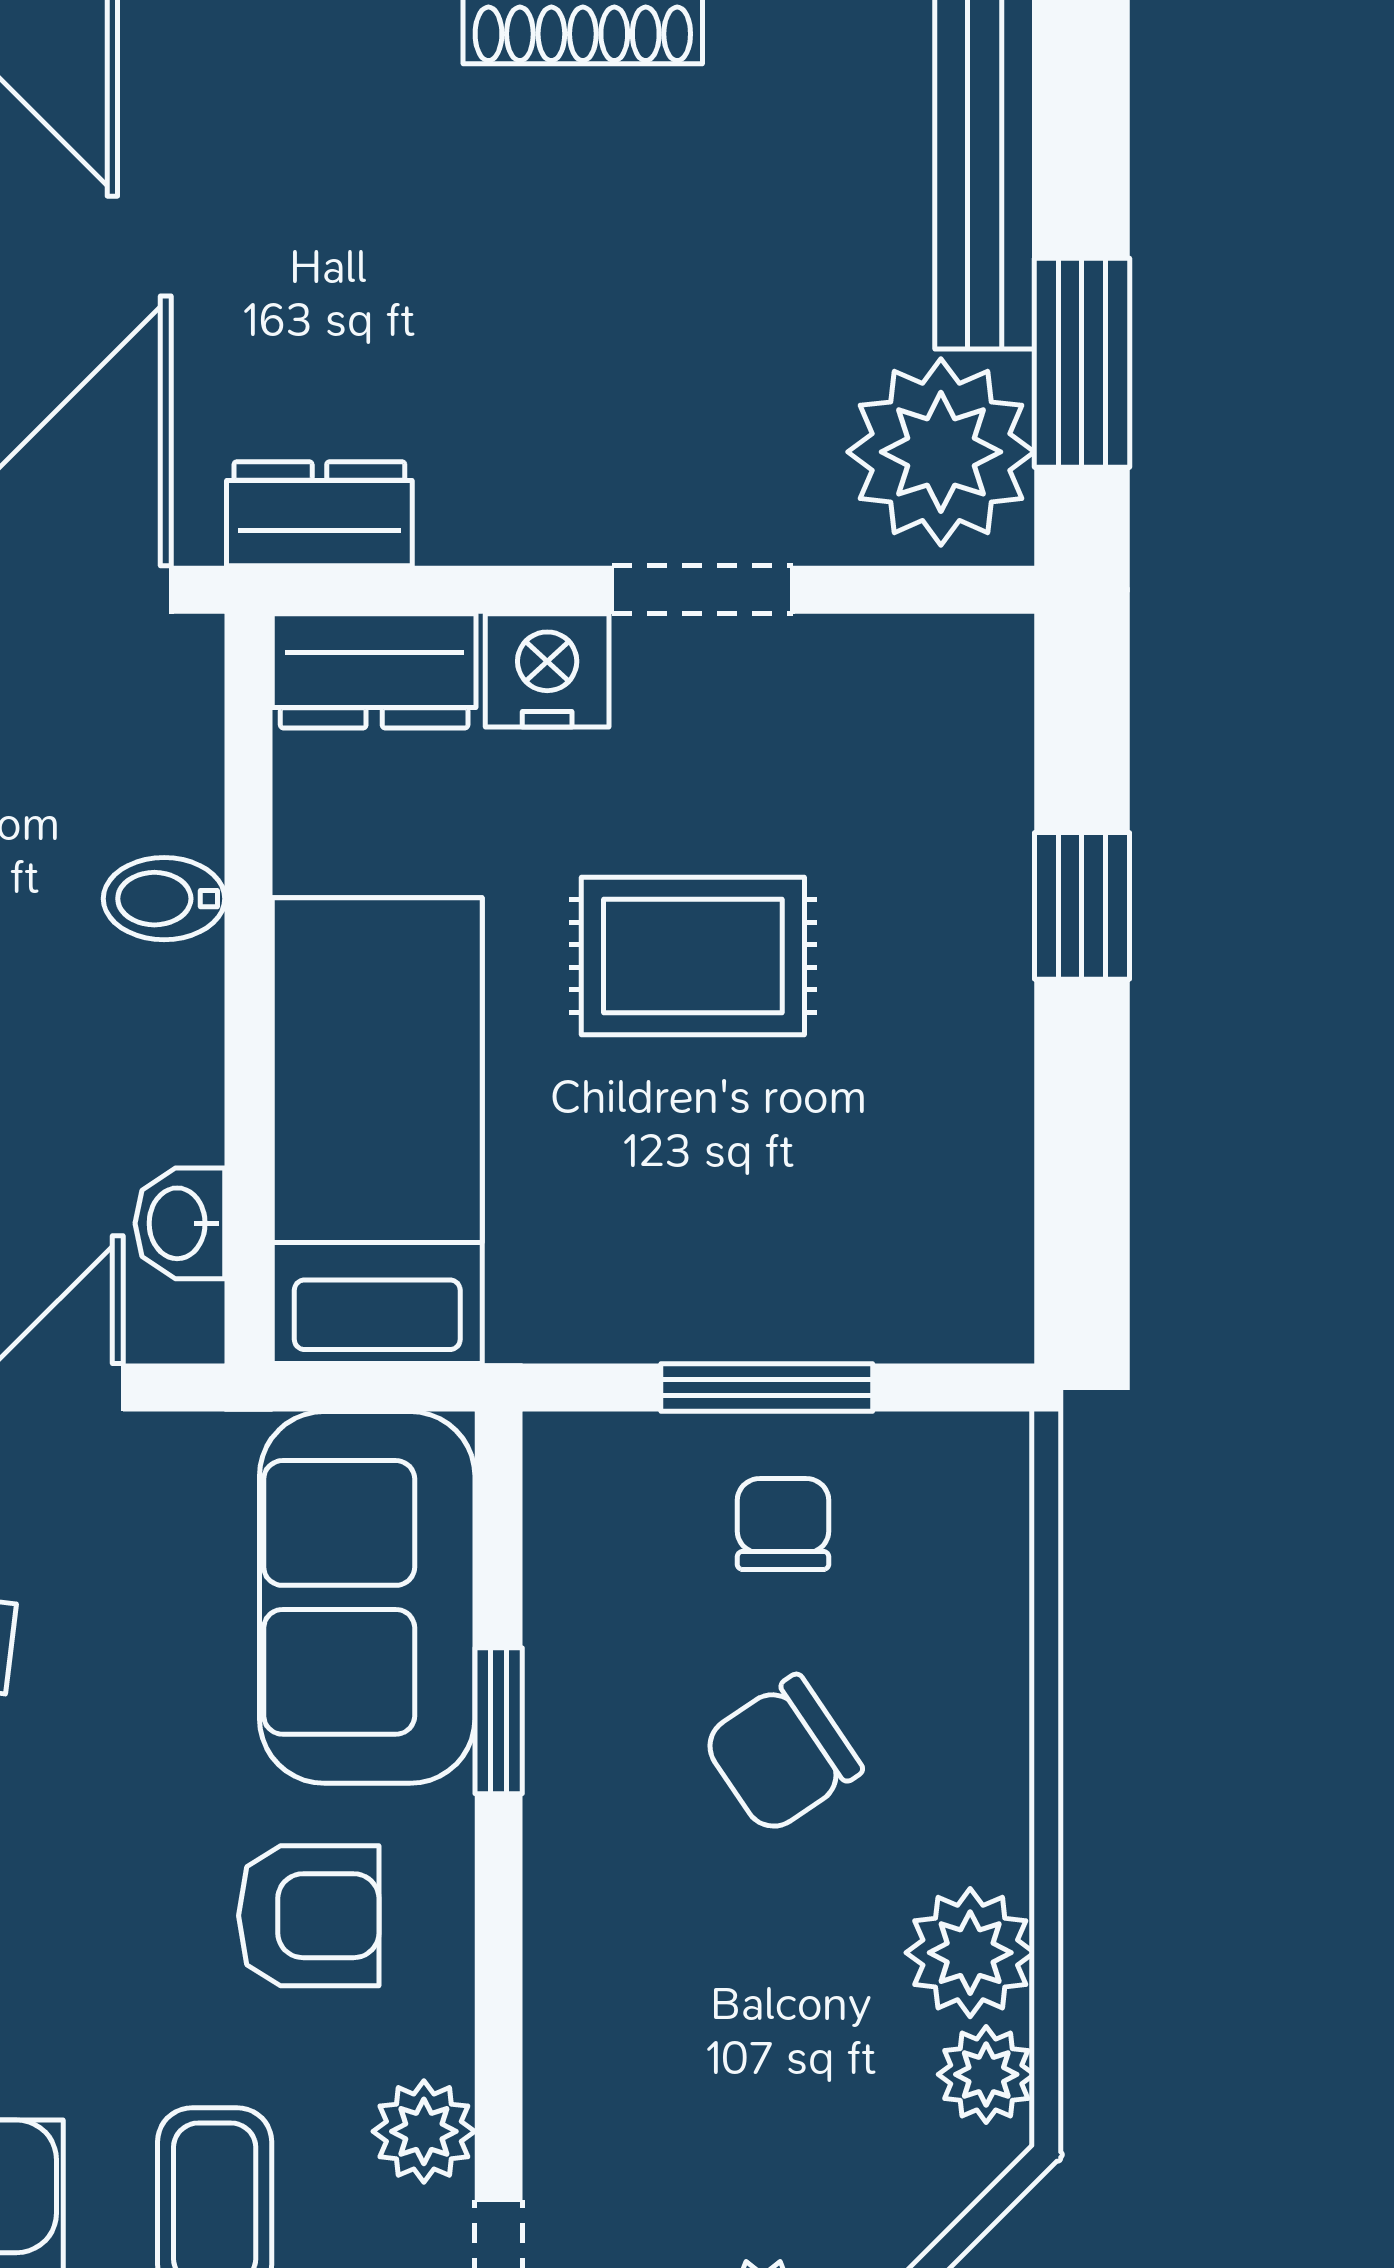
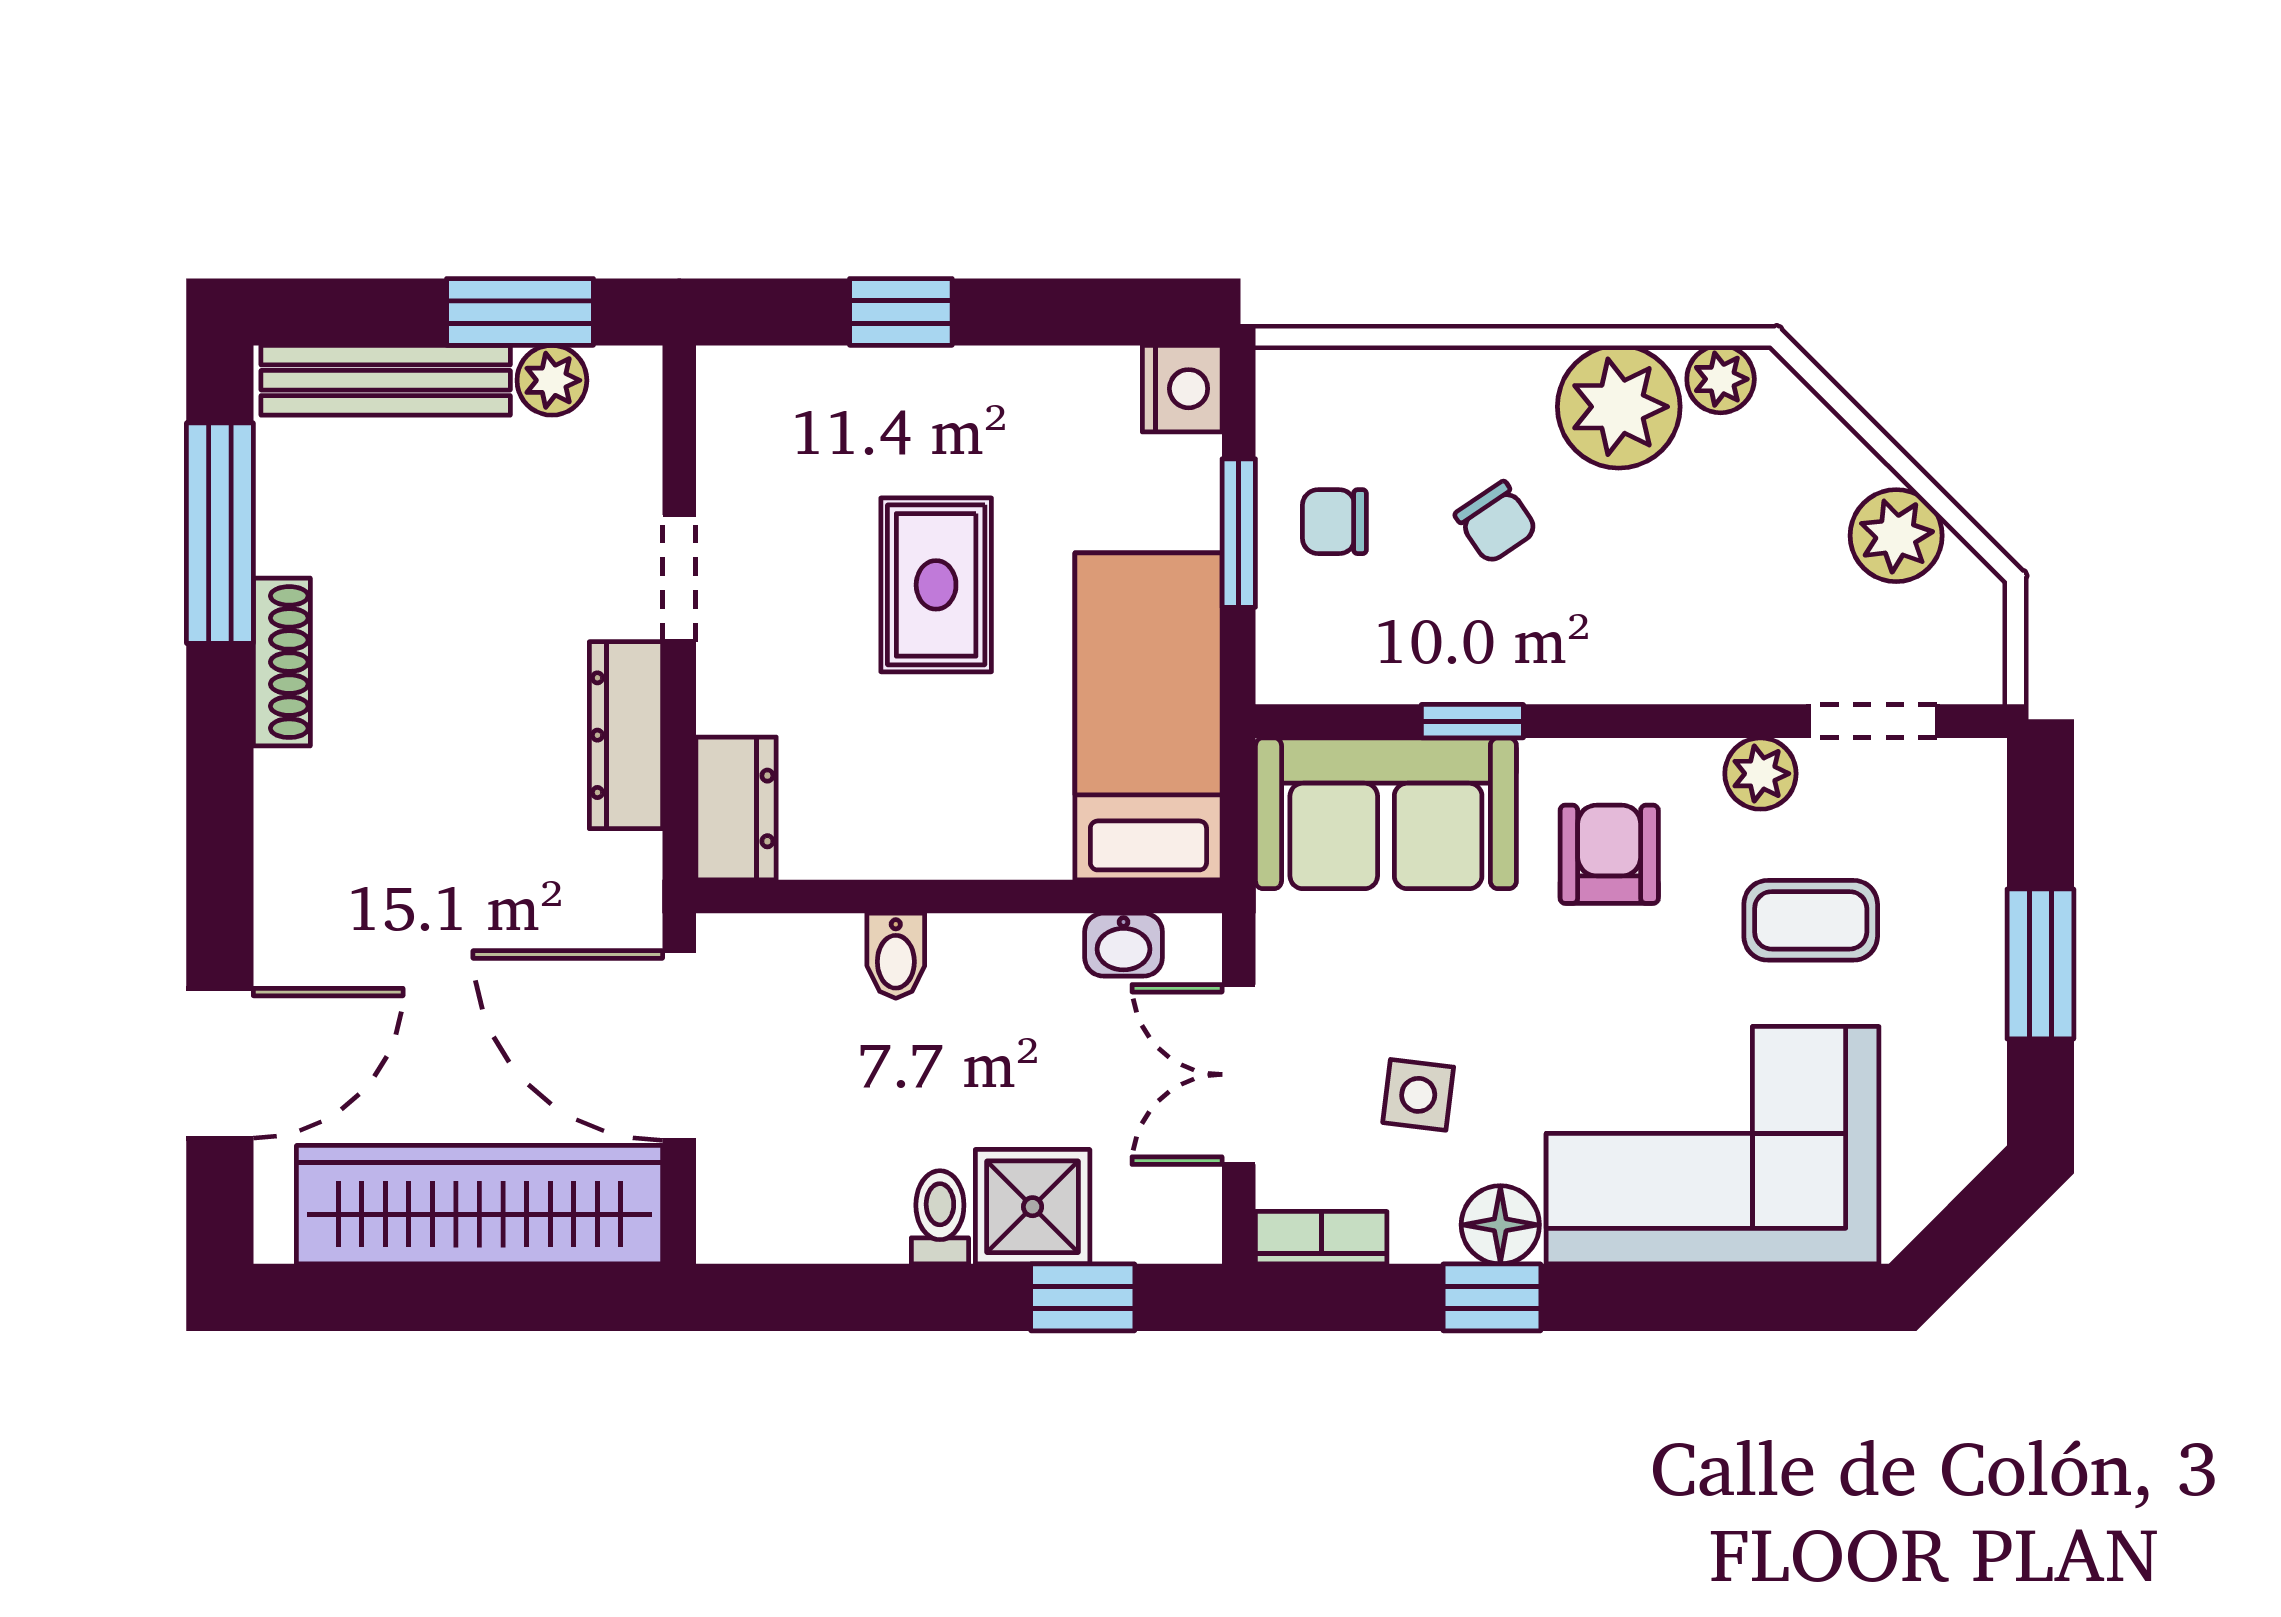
plant: (941, 452) -> (552, 380), width x0.53, depth x0.53
dresser: (319, 514) -> (626, 735), moved, width x1.44
nightstand: (547, 670) -> (1182, 389), moved, turned 180
bed: (377, 1131) -> (1148, 716), moved, turned 90
chair: (782, 1754) -> (1496, 522), width x0.73, depth x0.73
plant: (970, 1953) -> (1619, 407), width x1.36, depth x1.36

